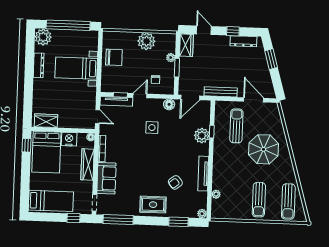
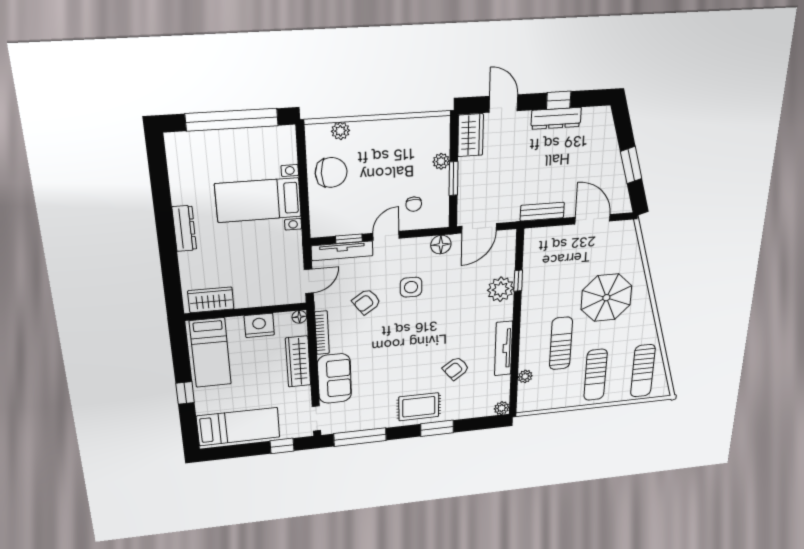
plant: (43, 37) -> (183, 148), removed
plant: (146, 41) -> (340, 131), moved, width x0.53, depth x0.53
dresser: (243, 41) -> (556, 118), moved
window: (271, 59) -> (631, 165), moved
dresser: (39, 65) -> (184, 228), moved
bench: (221, 92) -> (542, 212), width x0.73
door: (97, 117) -> (309, 281), hinge flipped
sun lounger: (236, 126) -> (561, 343), moved
armchair: (127, 133) -> (366, 302), added
window: (26, 145) -> (185, 393), moved
bed: (46, 152) -> (210, 353), width x0.67
window: (179, 222) -> (437, 428), moved

